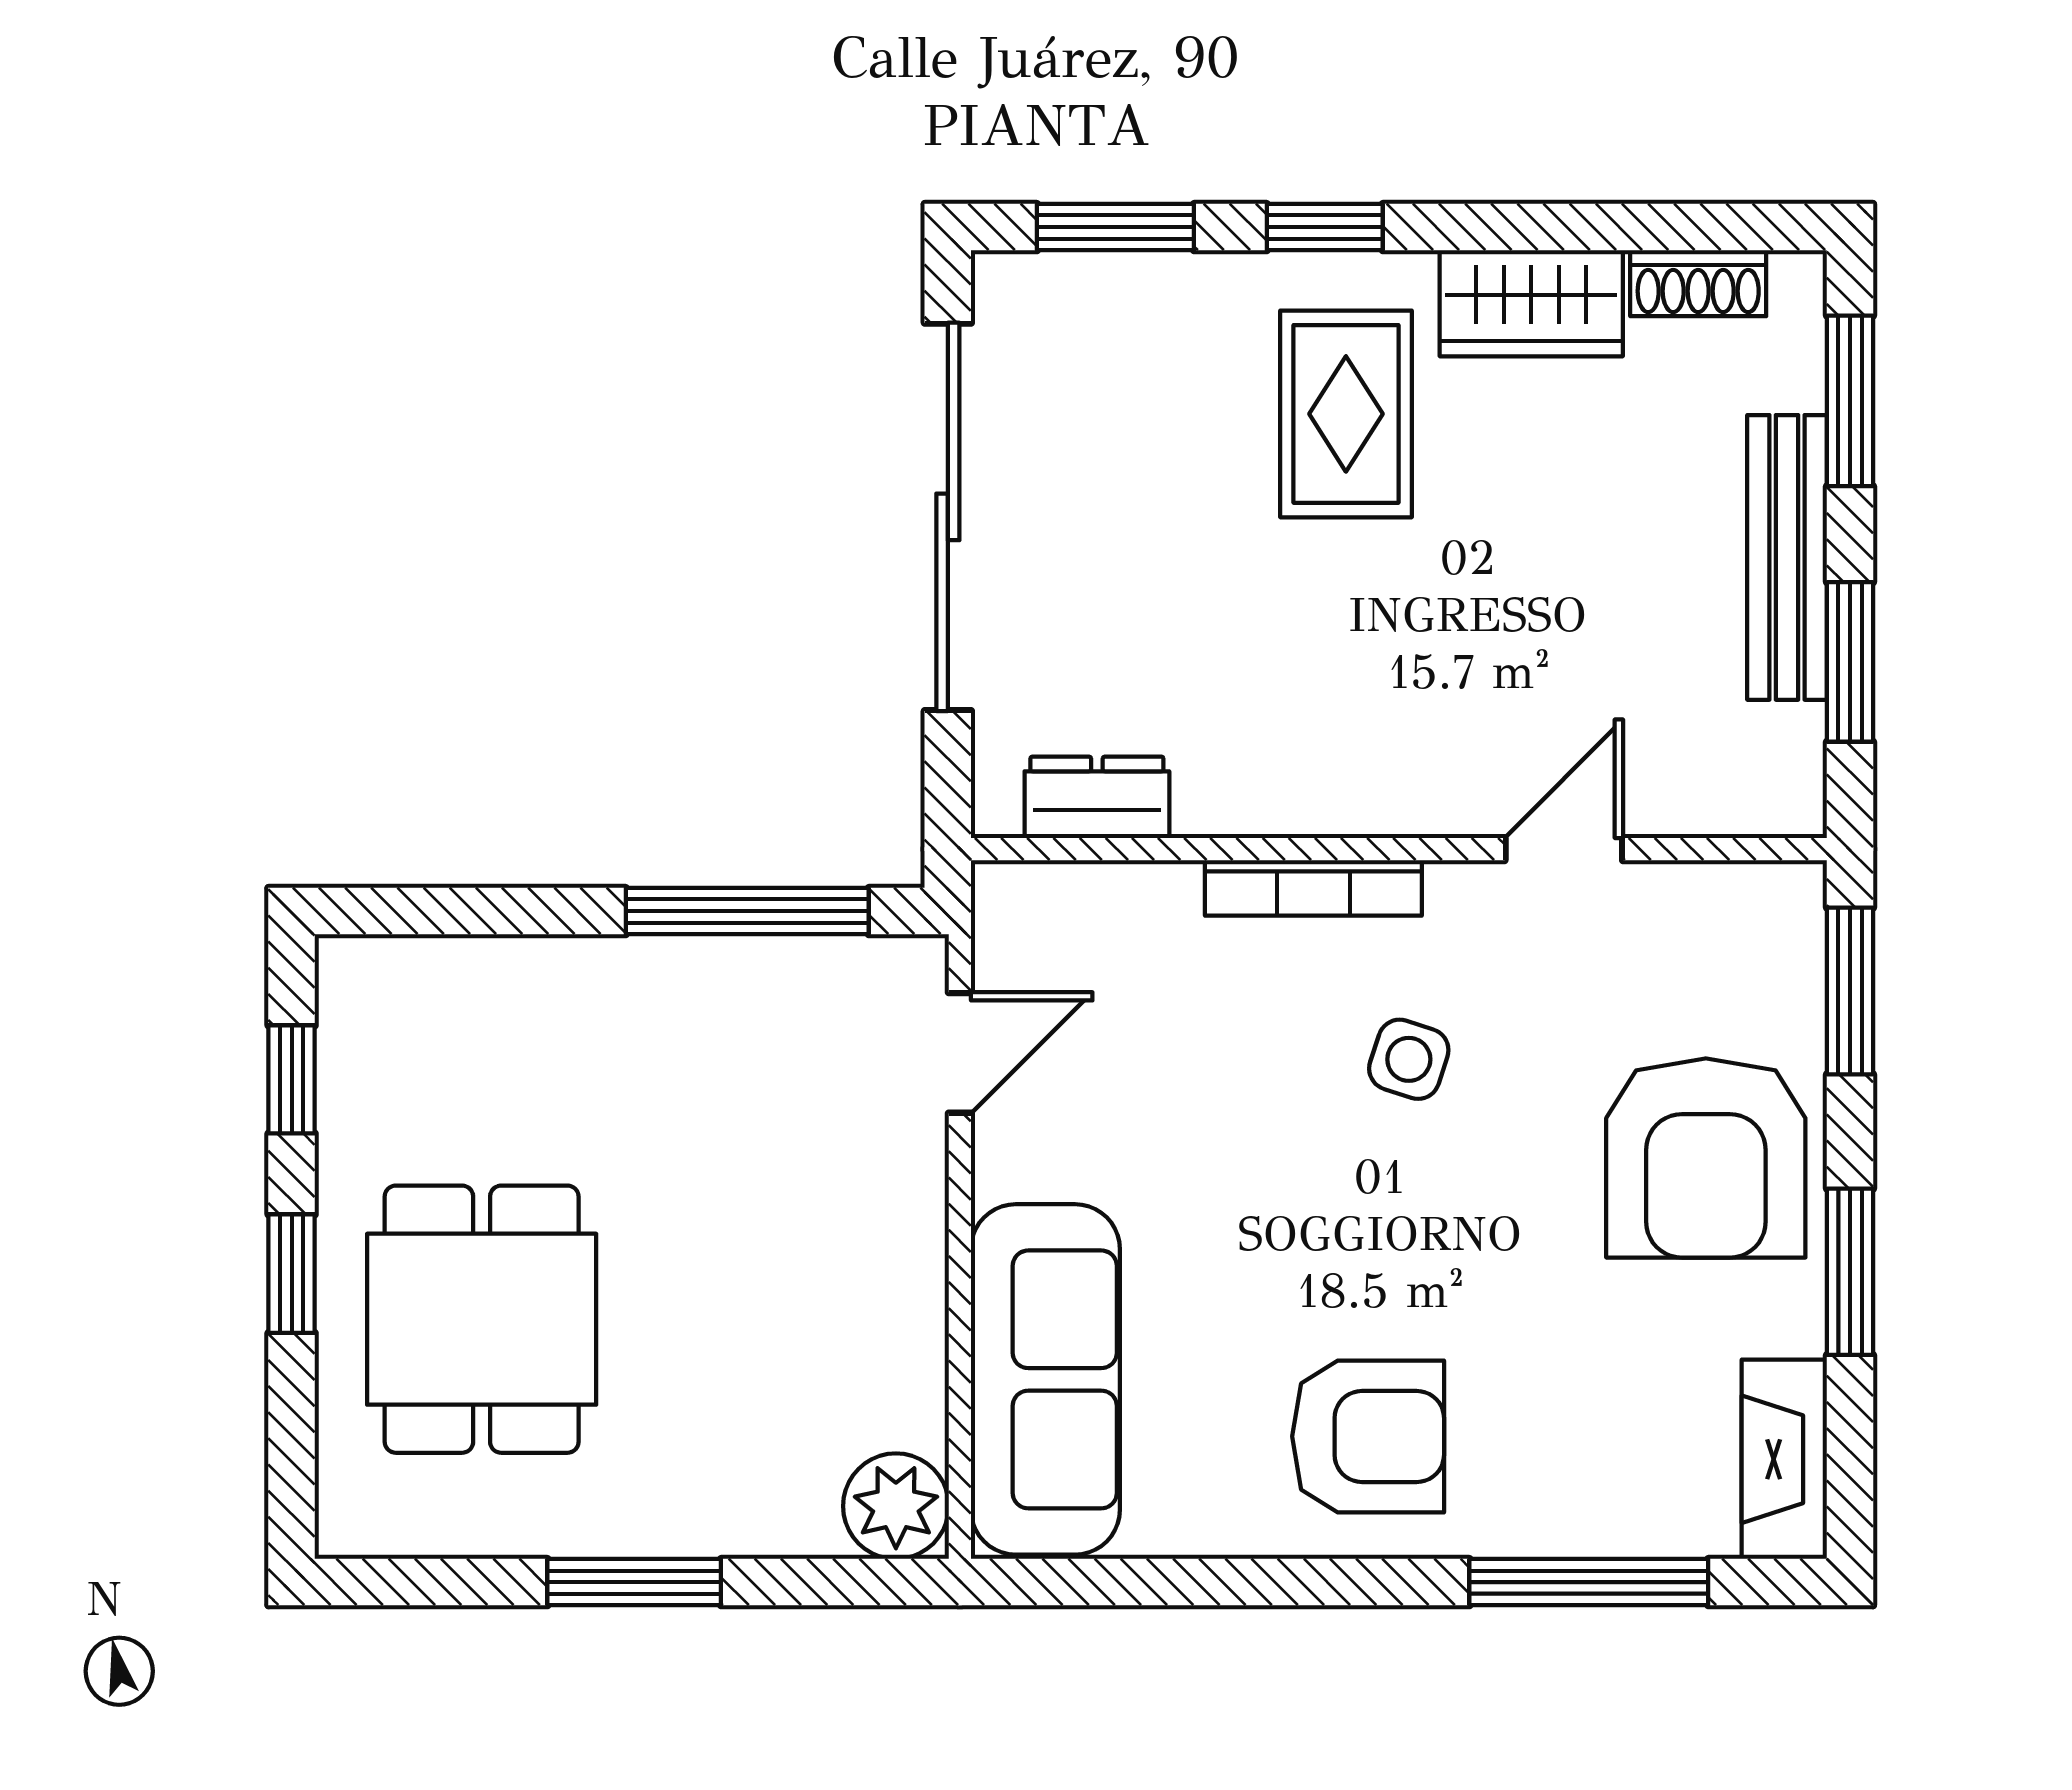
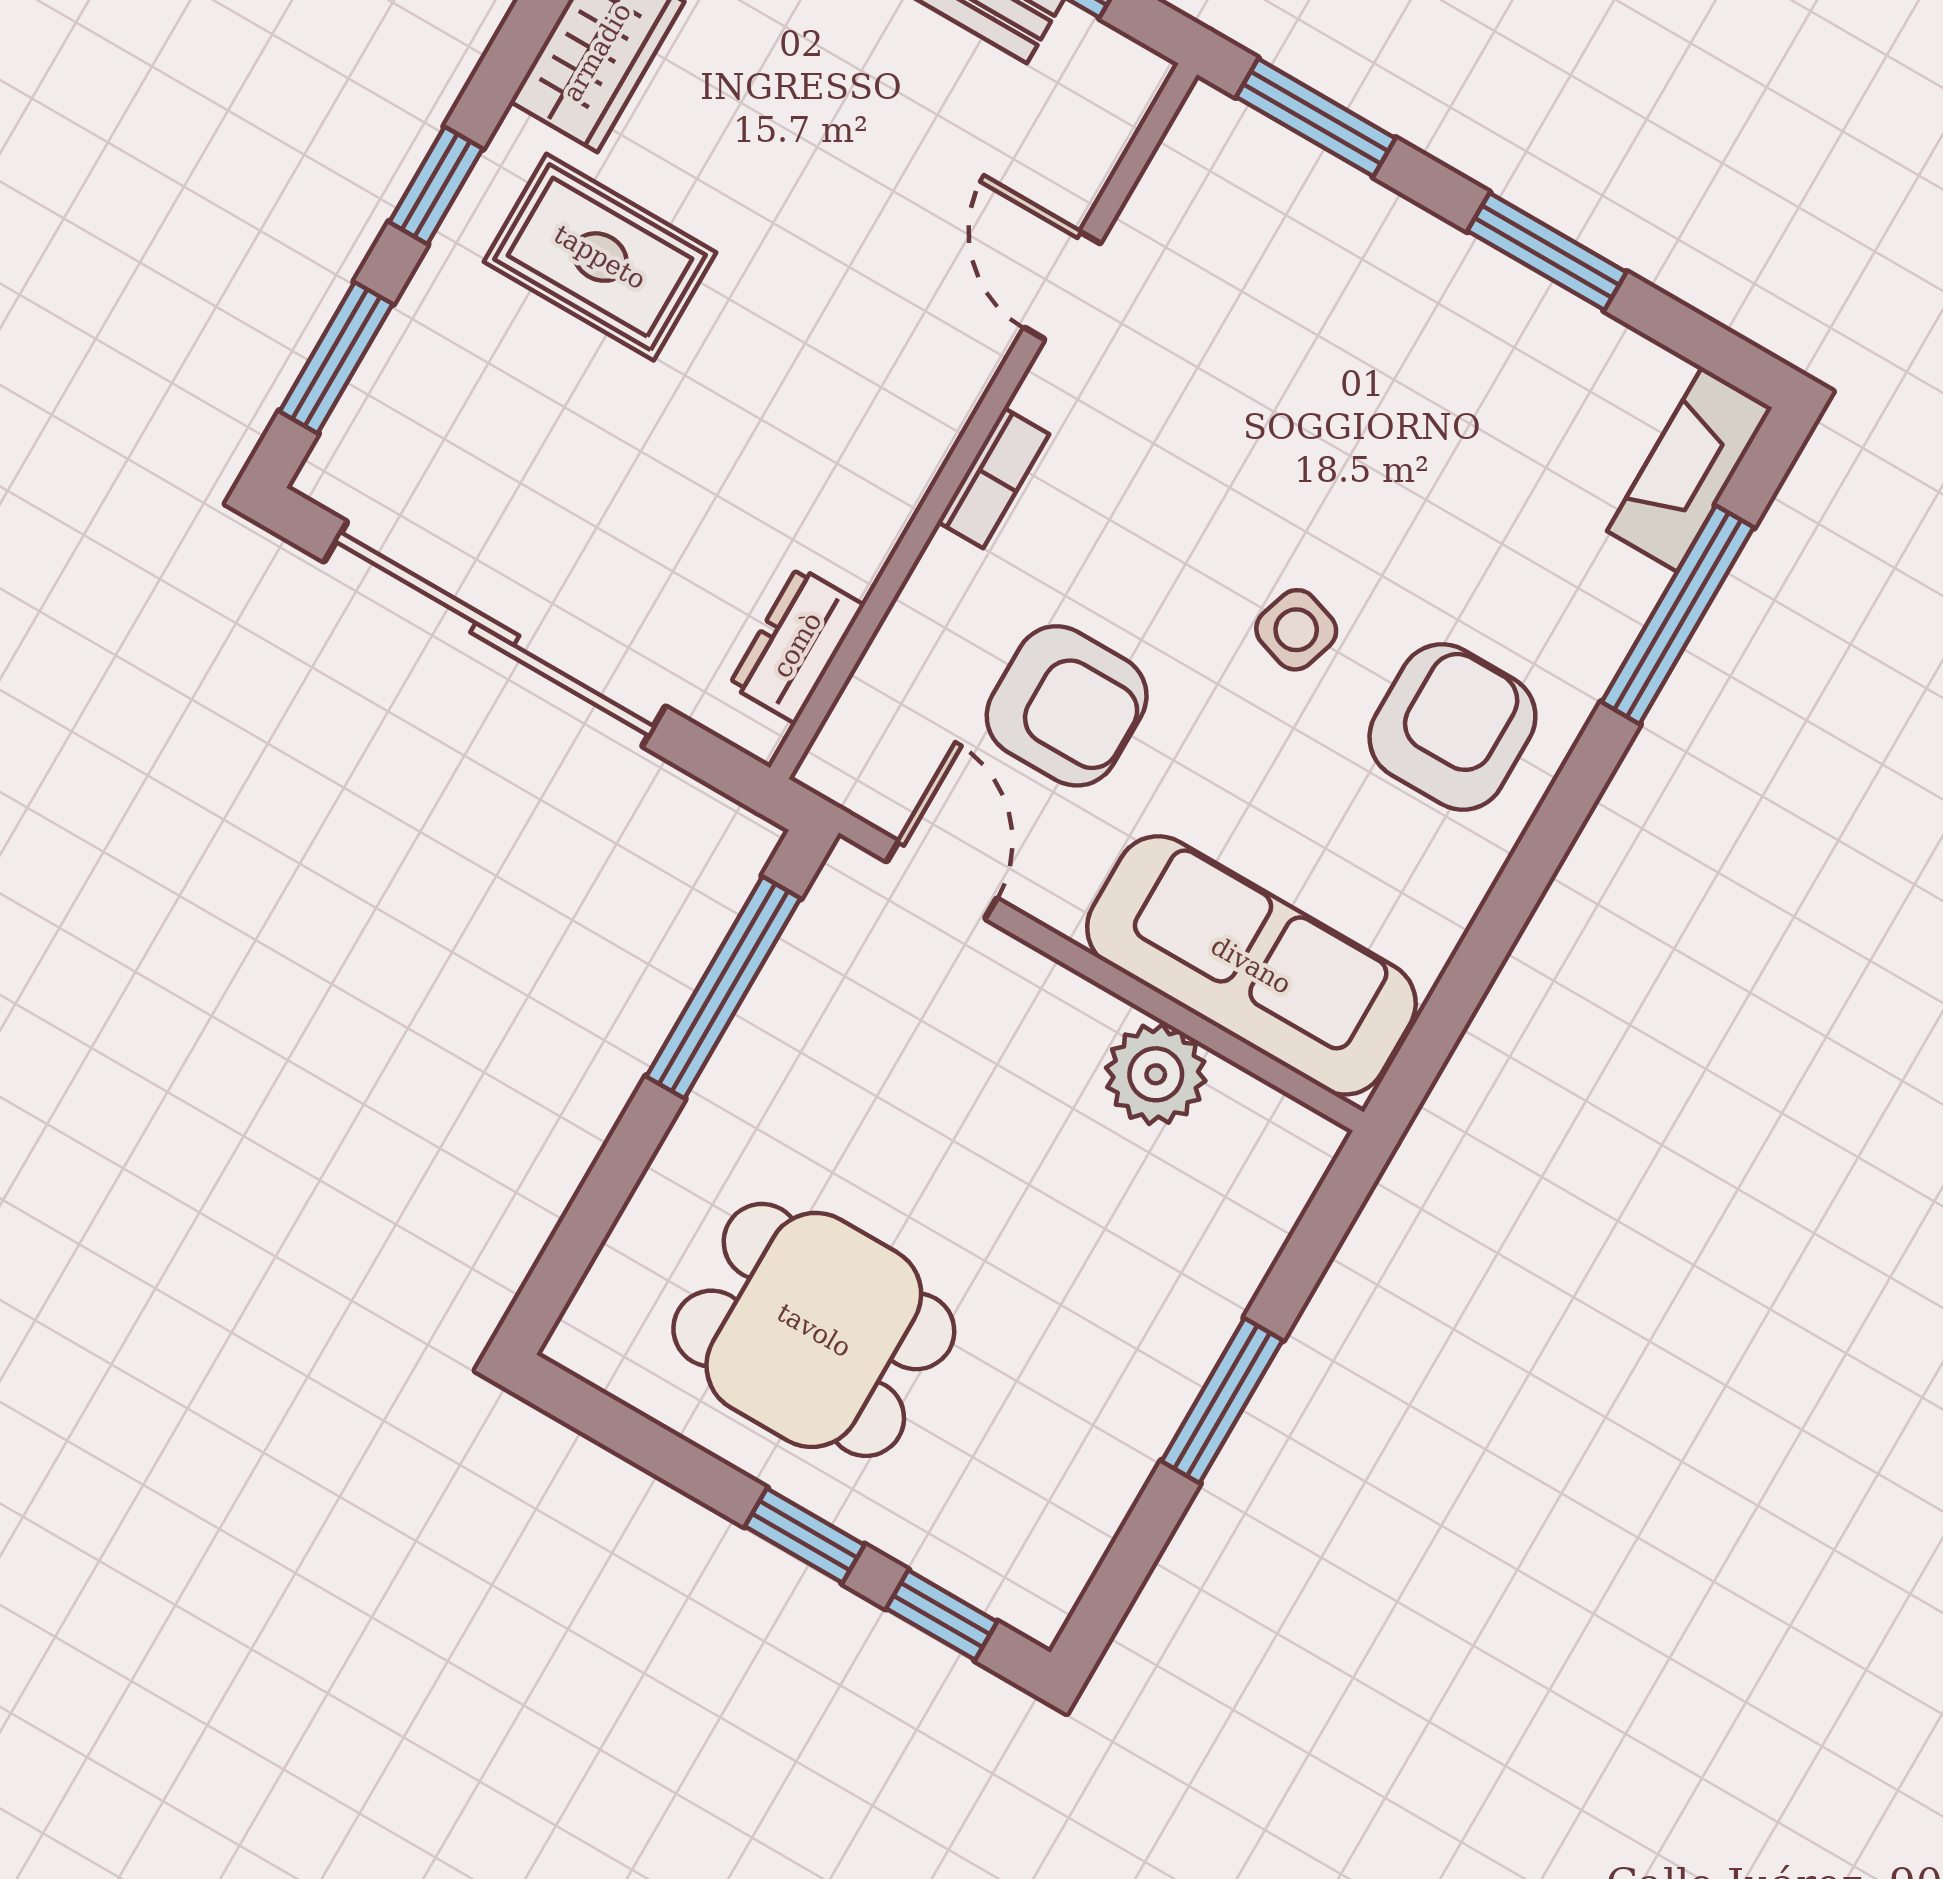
bookcase: (1313, 888) -> (993, 478), width x0.64
side table: (1409, 1059) -> (1296, 630), moved
window: (292, 1079) -> (942, 1615), moved
armchair: (1706, 1158) -> (1067, 706), moved, width x0.73, depth x0.73
dining table: (482, 1319) -> (814, 1330), moved
fireplace: (1784, 1459) -> (1690, 469), moved, turned 90
plant: (896, 1506) -> (1156, 1074), moved

